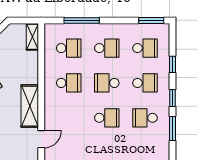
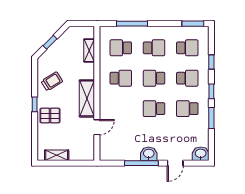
shelving: (32, 37) -> (89, 51), moved
school desk: (69, 48) -> (121, 48), turned 180
school desk: (107, 118) -> (154, 109), turned 180

